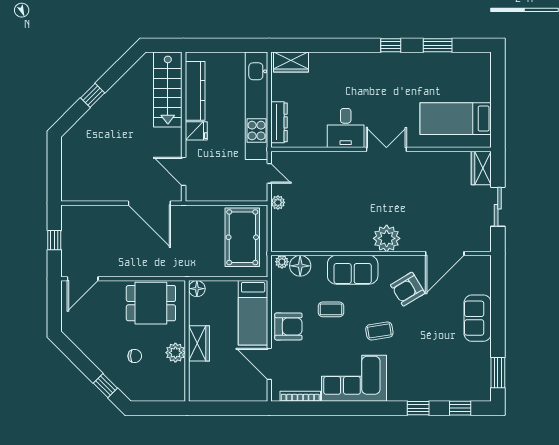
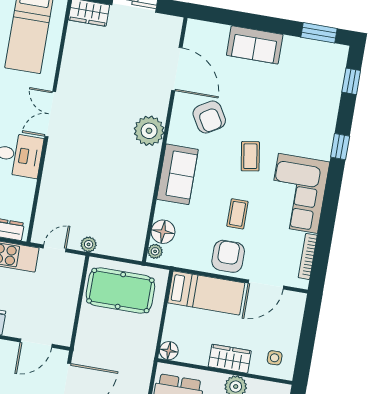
coffee table: (331, 309) -> (237, 214), moved
side table: (206, 382) -> (275, 358), added
window: (418, 408) -> (340, 147), moved

